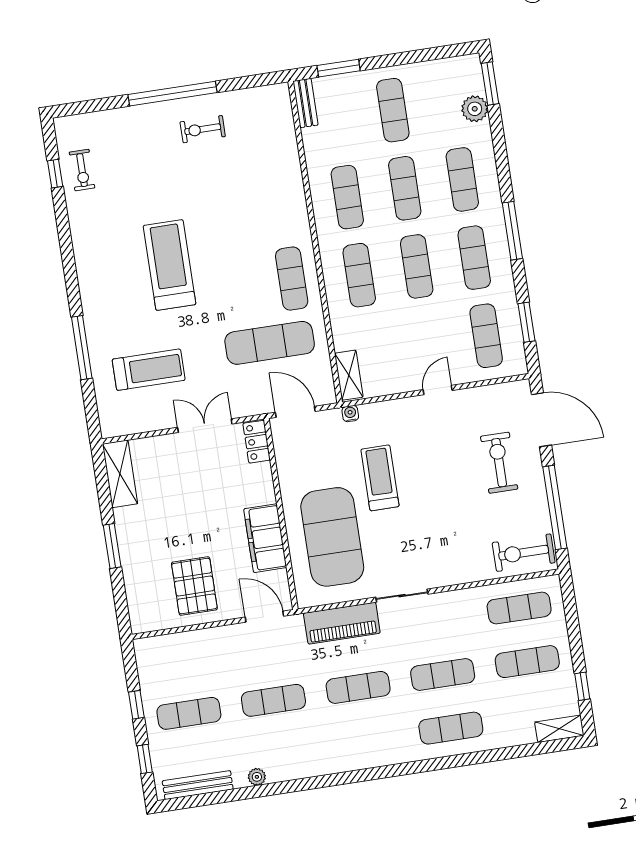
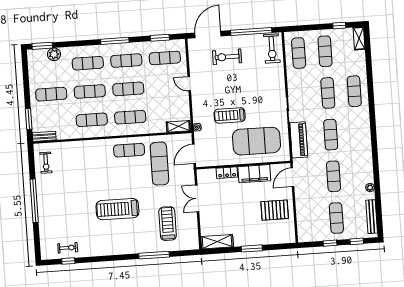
exercise bike: (203, 129) -> (46, 163), moved
locker: (257, 442) -> (227, 173), moved

